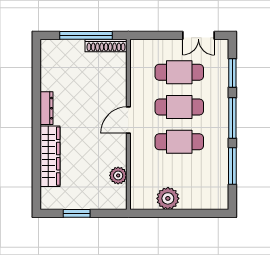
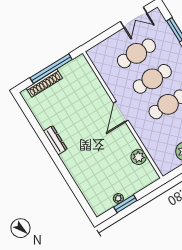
shoe rack: (106, 46) -> (44, 83), moved
wardrobe: (50, 156) -> (80, 174), removed
plant: (73, 204) -> (118, 198), added

